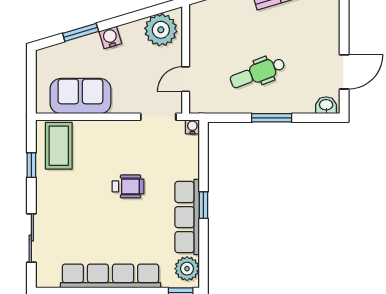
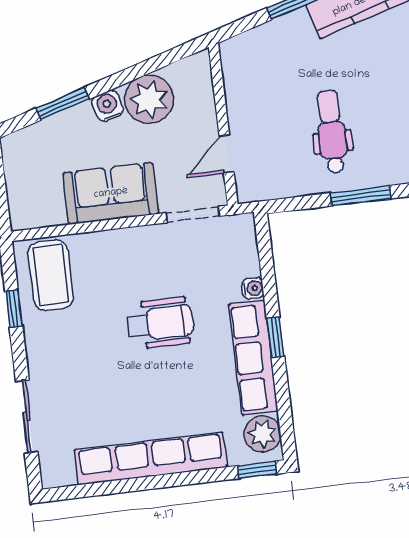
plant: (161, 30) -> (149, 99), moved
dental chair: (257, 73) -> (332, 132), turned 111
sofa: (80, 96) -> (111, 193), moved
water cooler: (192, 127) -> (253, 288), moved, turned 90
wheelchair: (128, 186) -> (161, 323), width x1.36, depth x1.37

